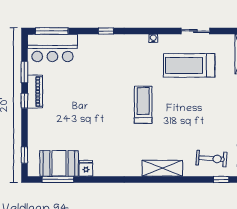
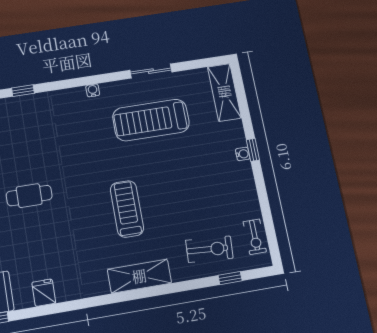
cafe table: (99, 104) -> (29, 196), added
treadmill: (143, 105) -> (127, 209), moved
fridge: (86, 168) -> (44, 293), moved

